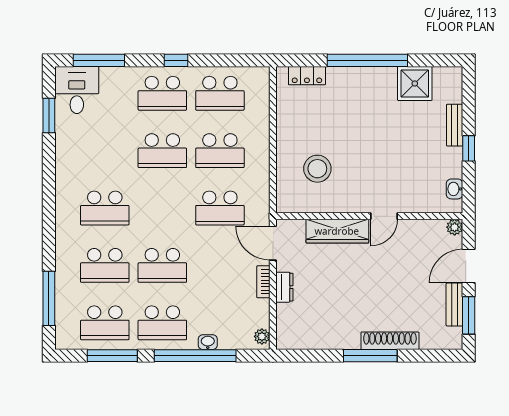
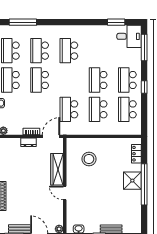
shower: (415, 83) -> (132, 181), moved

